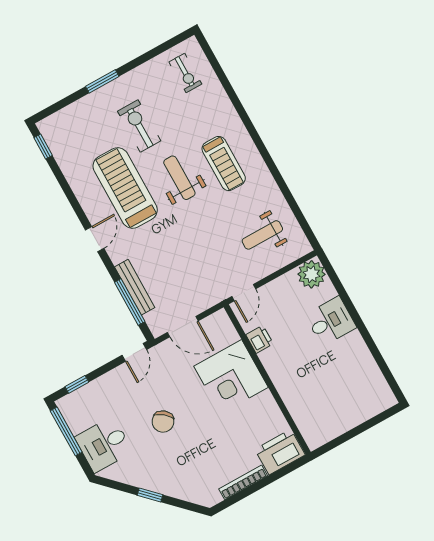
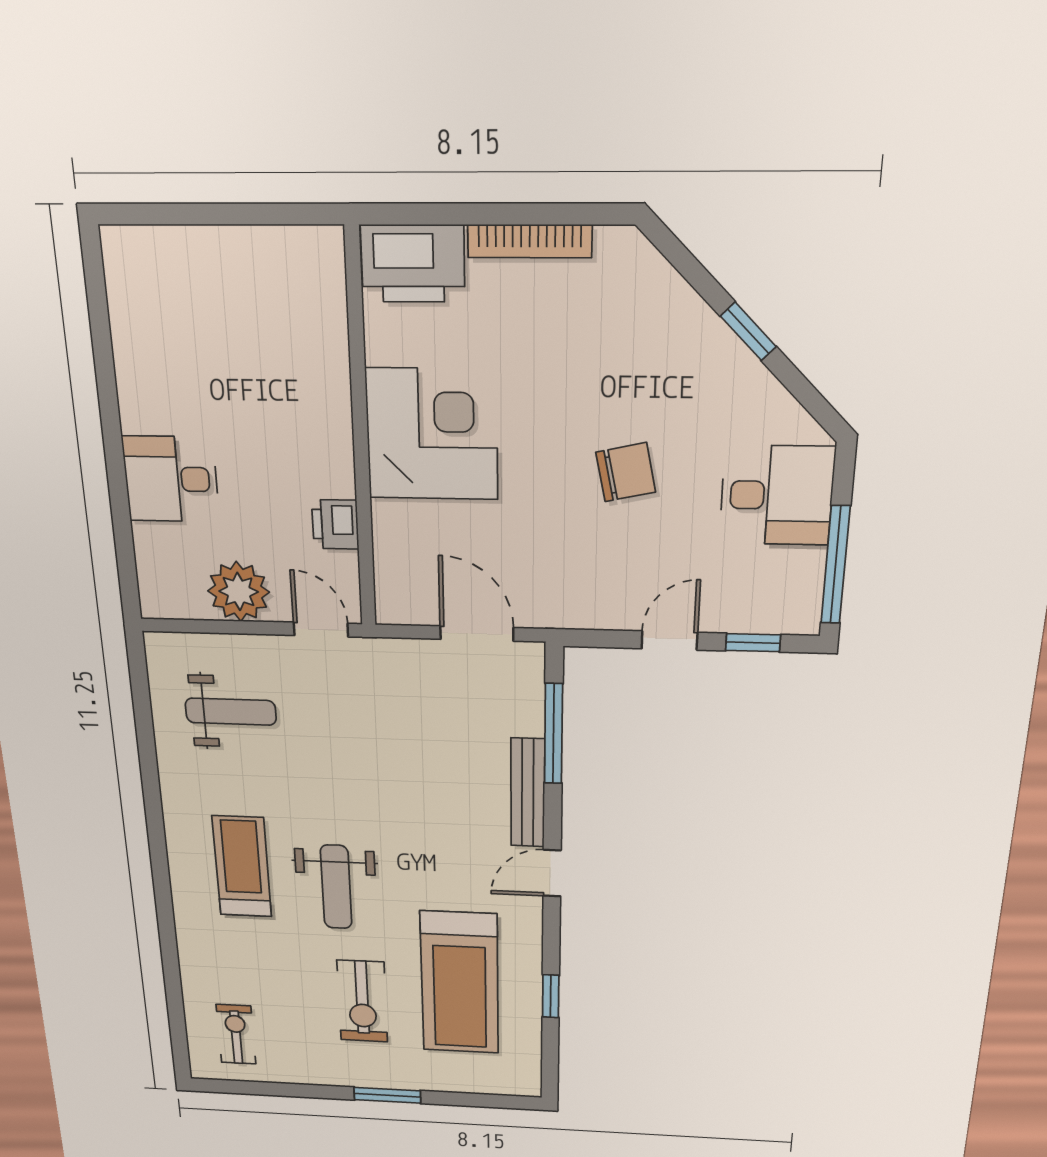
window: (43, 147) -> (551, 996), moved
treadmill: (125, 188) -> (460, 983), moved
plant: (311, 274) -> (239, 591), moved
bench: (135, 287) -> (528, 793), moved
door: (244, 293) -> (321, 629), hinge flipped
door: (134, 352) -> (670, 640), moved
corner desk: (231, 377) -> (432, 434), moved
chair: (163, 422) -> (626, 472), turned 39

